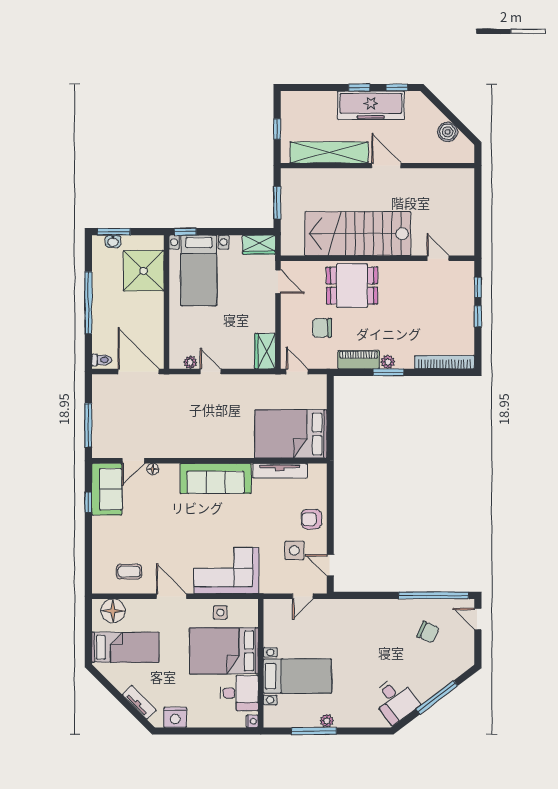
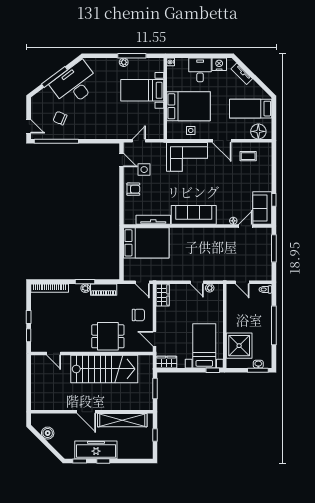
chair: (322, 328) -> (138, 315), moved
door: (139, 372) -> (242, 282), width x0.53
desk: (239, 693) -> (200, 70), moved, turned 90
desk: (395, 700) -> (75, 84), width x1.87, depth x1.30

